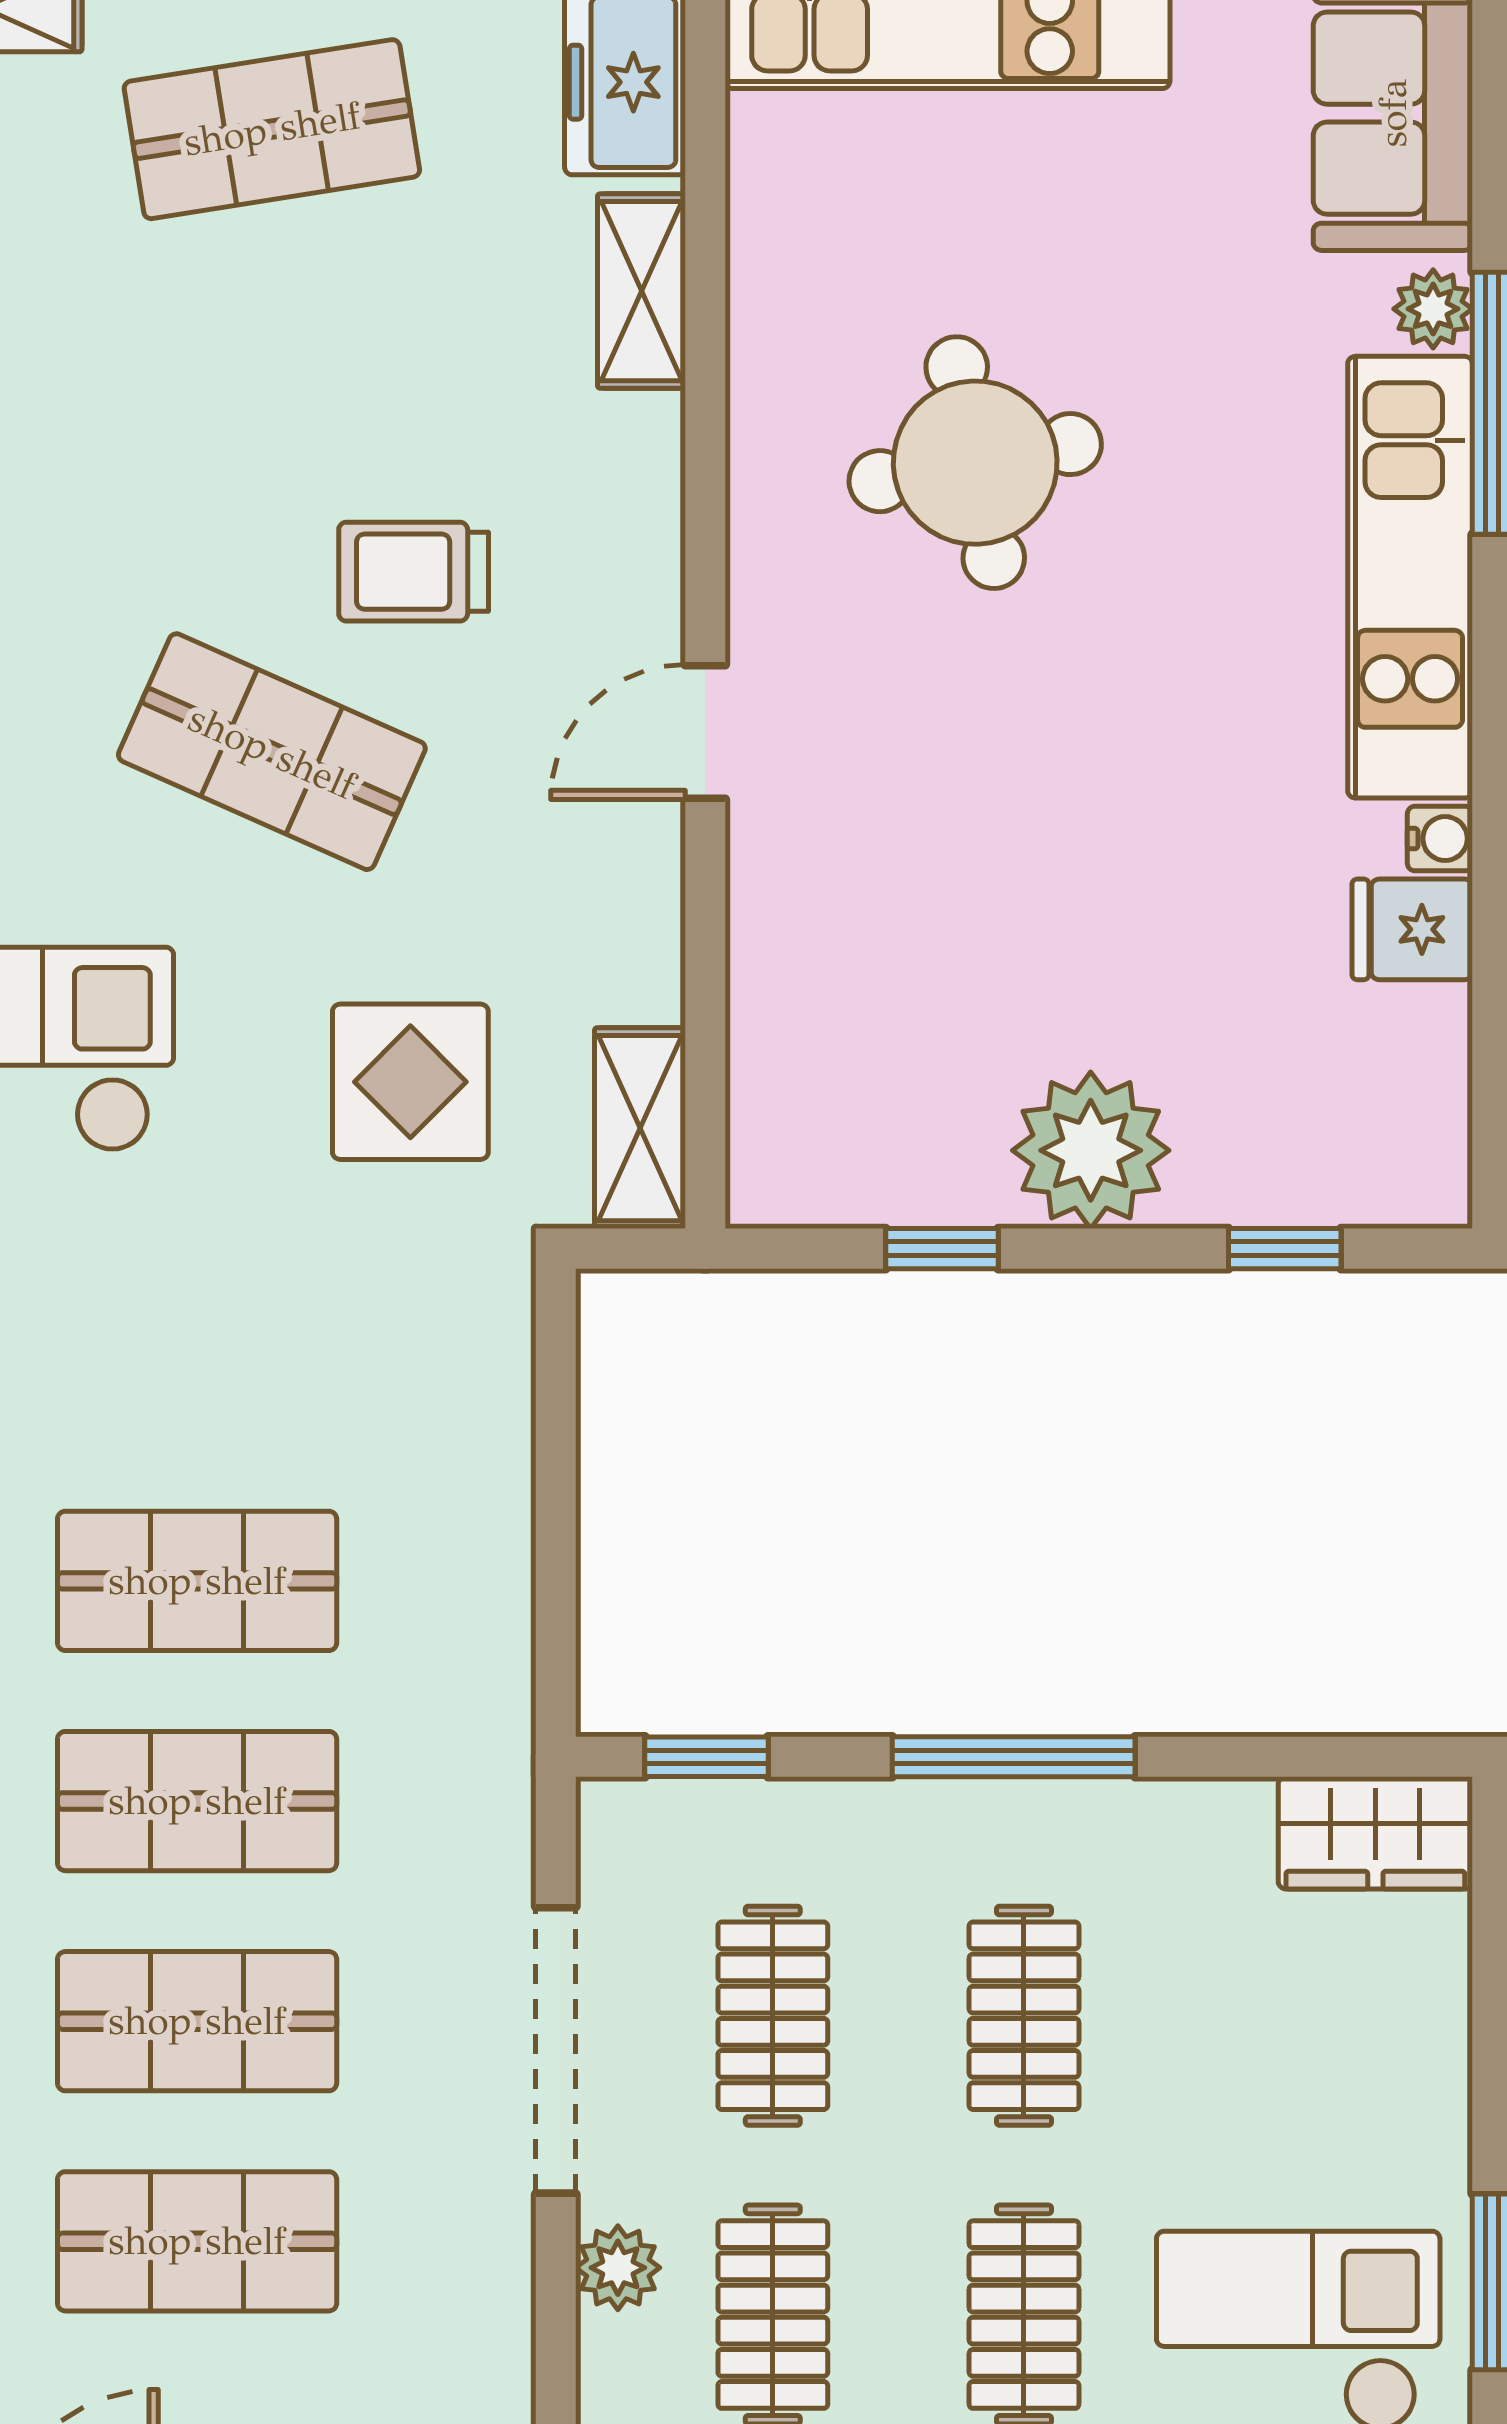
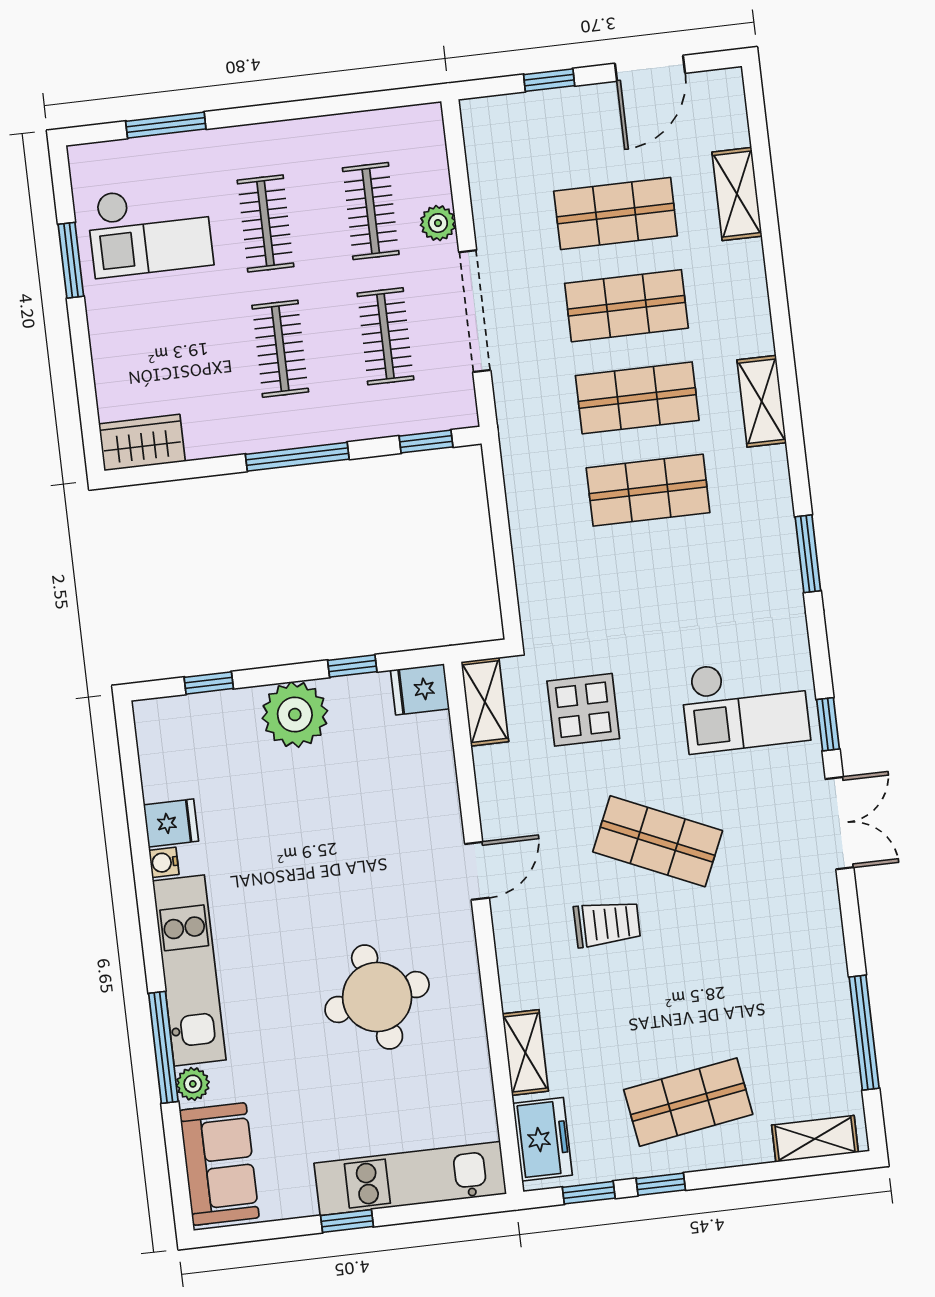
fridge: (789, 1175) -> (420, 689), added

